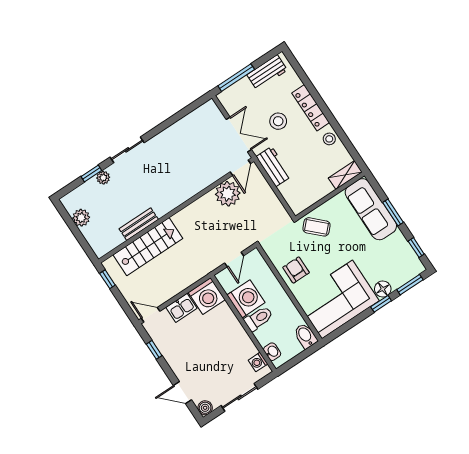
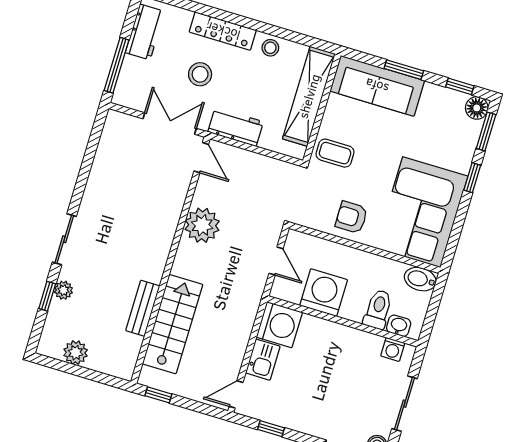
shelving: (345, 175) -> (309, 96), width x2.20, depth x1.33
plant: (228, 194) -> (202, 225), moved
coffee table: (316, 227) -> (335, 153), turned 46
floor lamp: (383, 289) -> (477, 108), moved
toilet: (259, 318) -> (378, 309), moved

